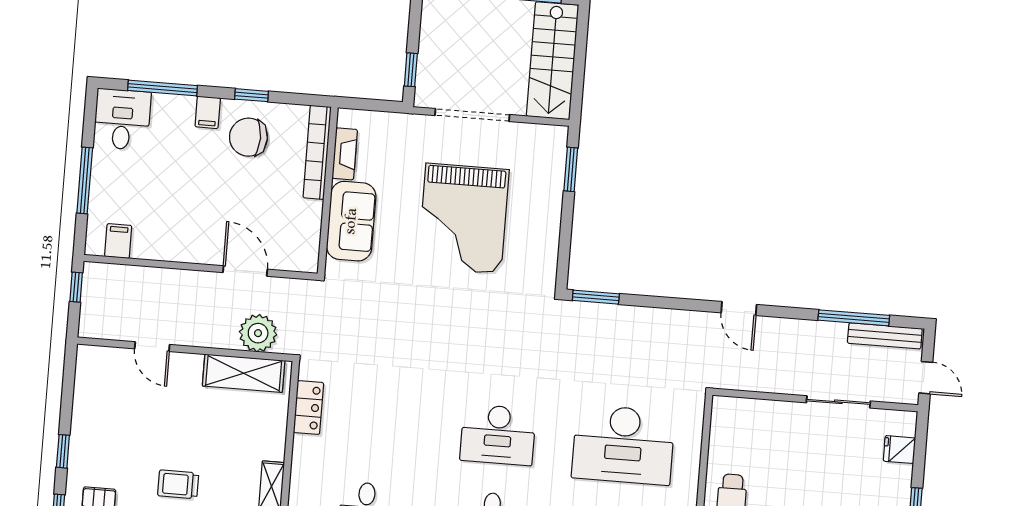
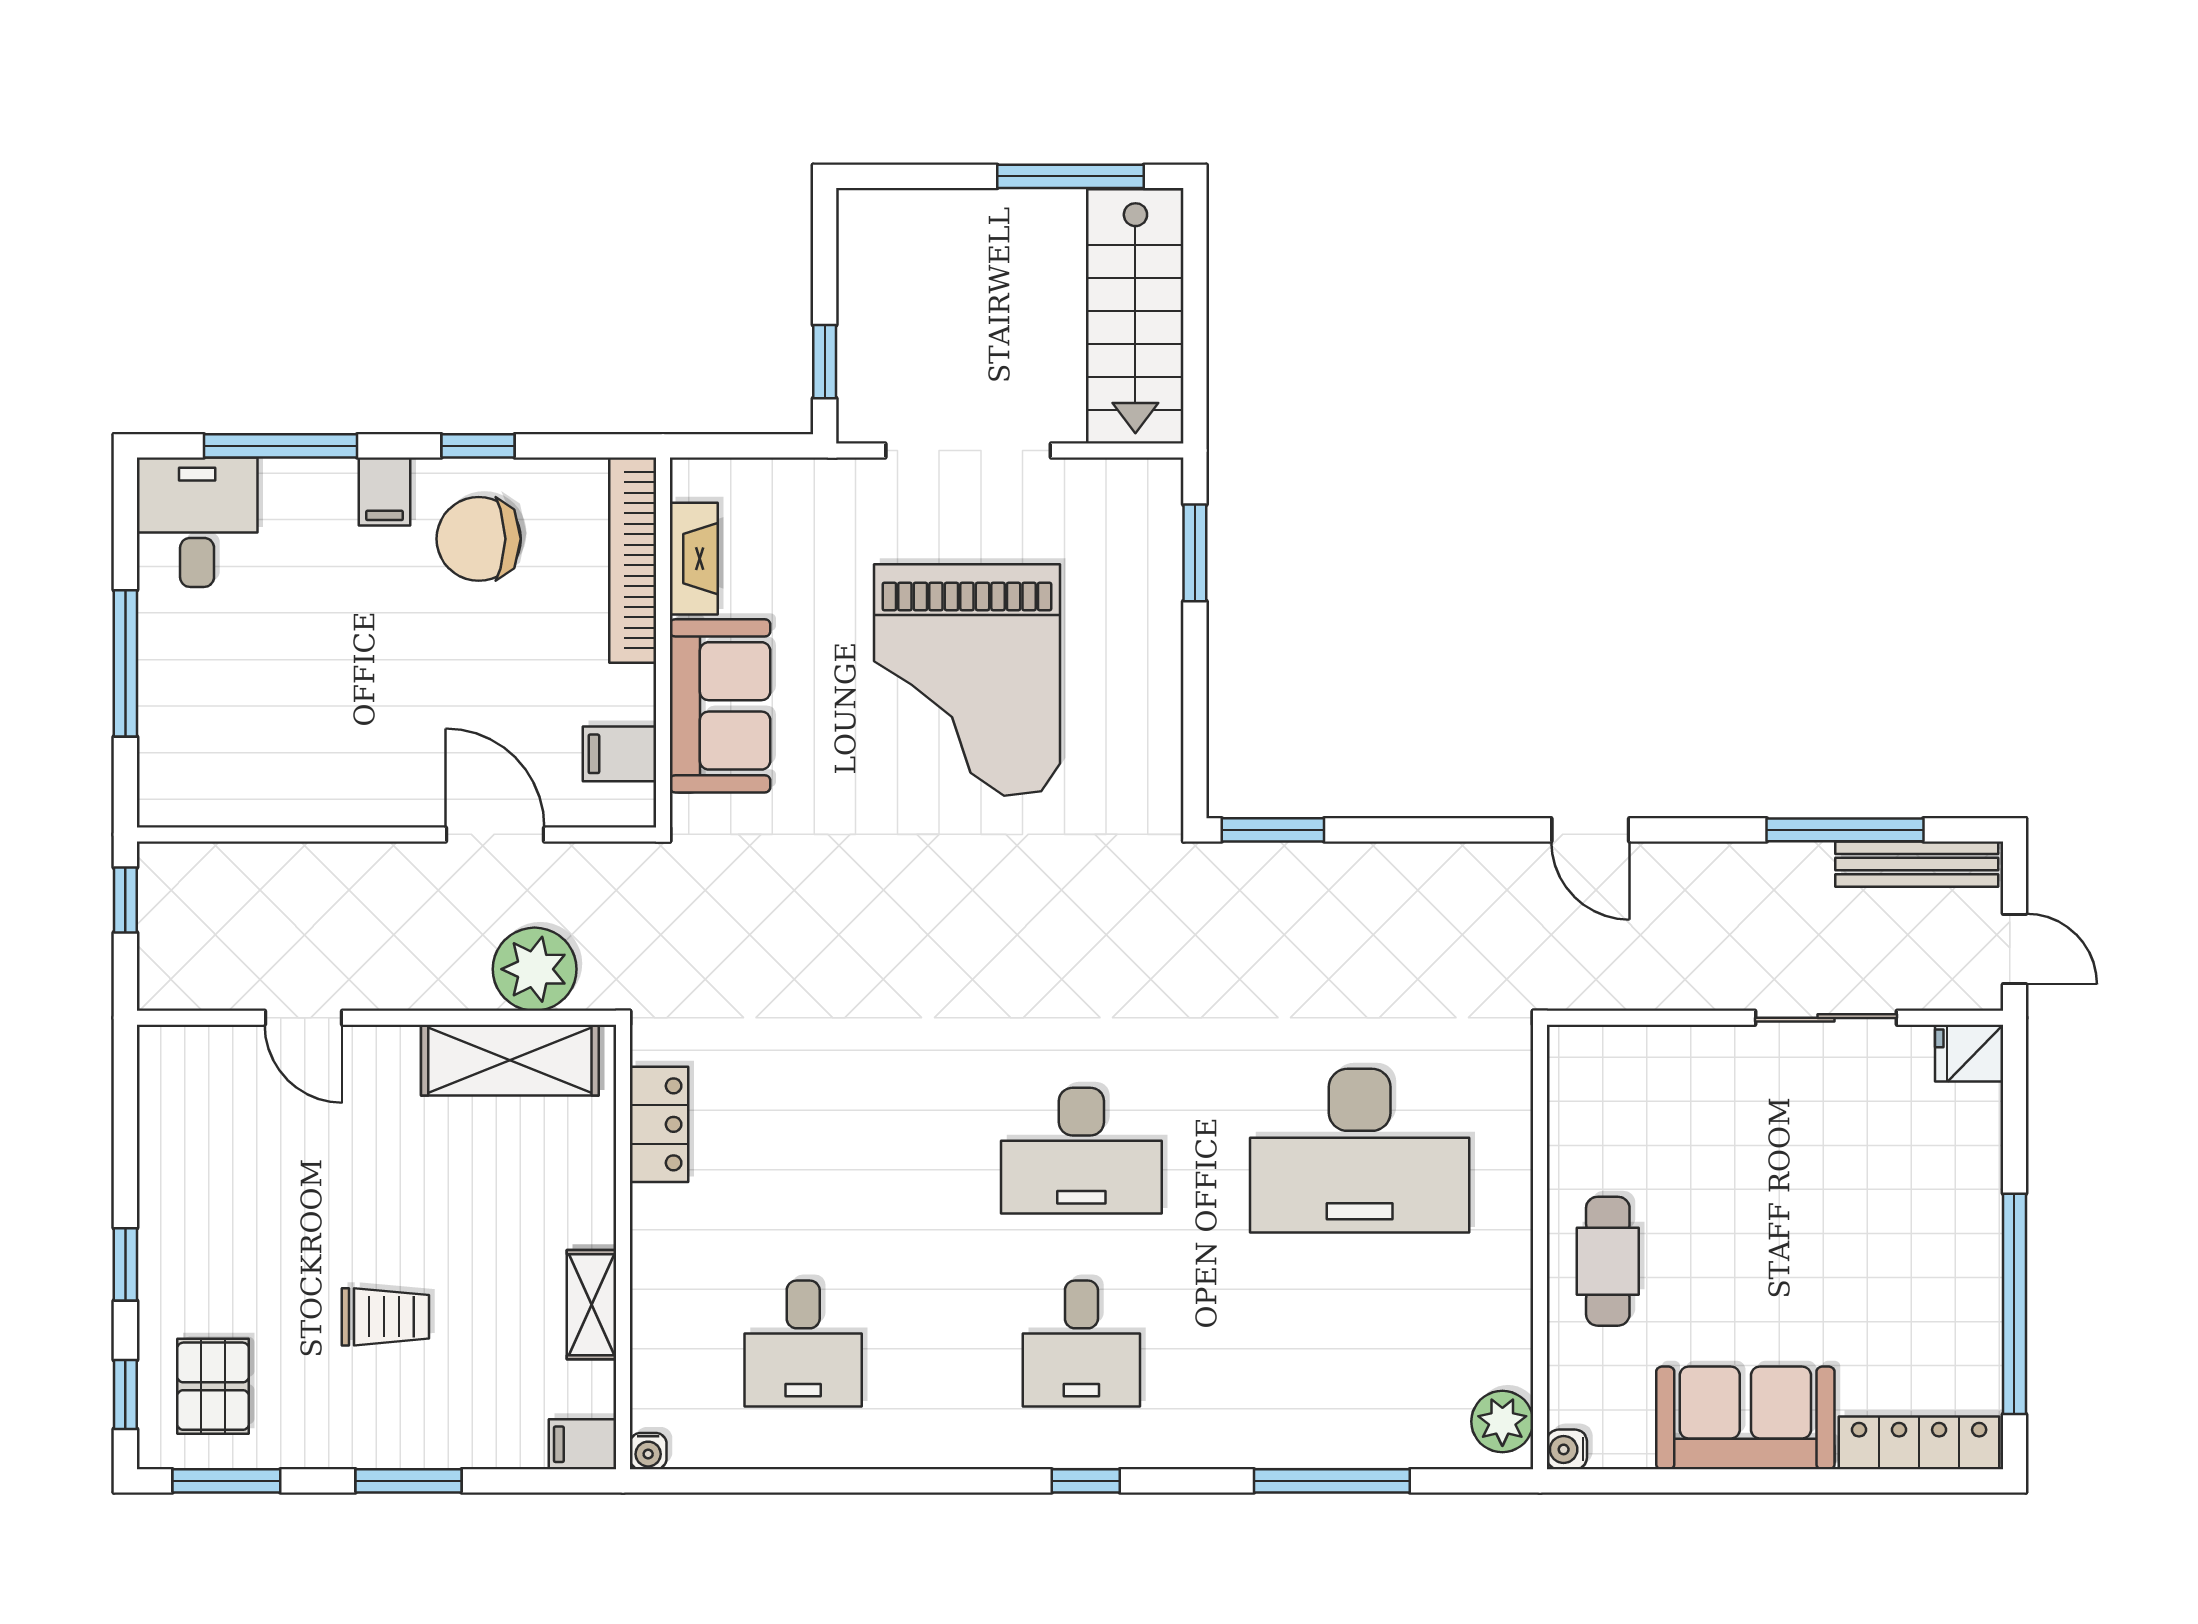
filing cabinet: (118, 241) -> (620, 754), moved, turned -90
fridge: (899, 450) -> (1969, 1053), moved
trolley: (178, 484) -> (385, 1317), turned 180

